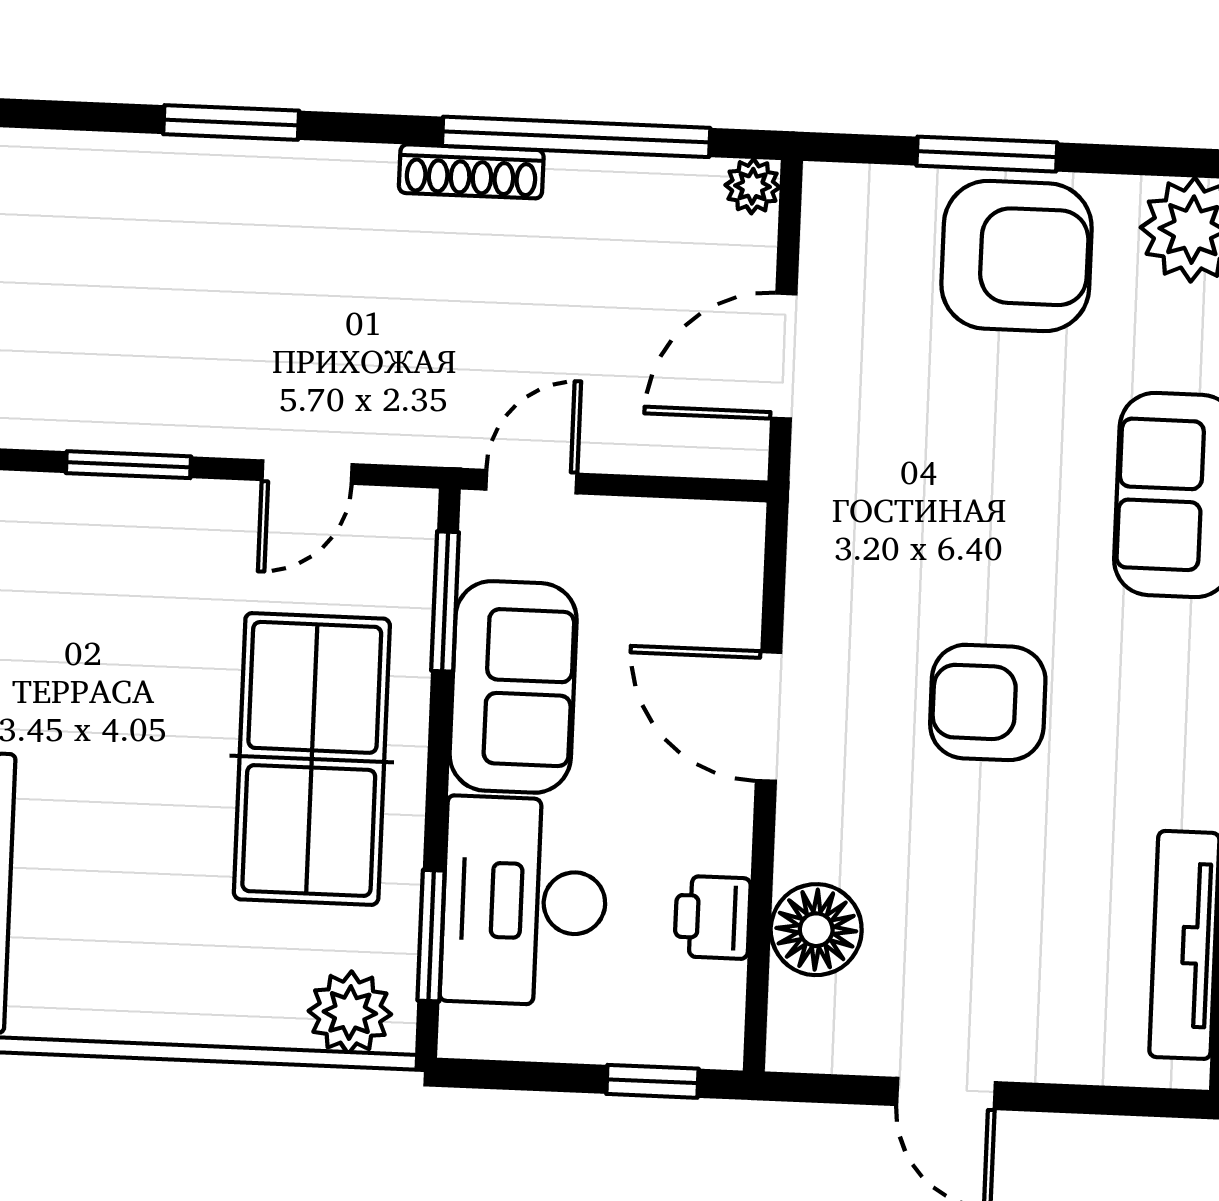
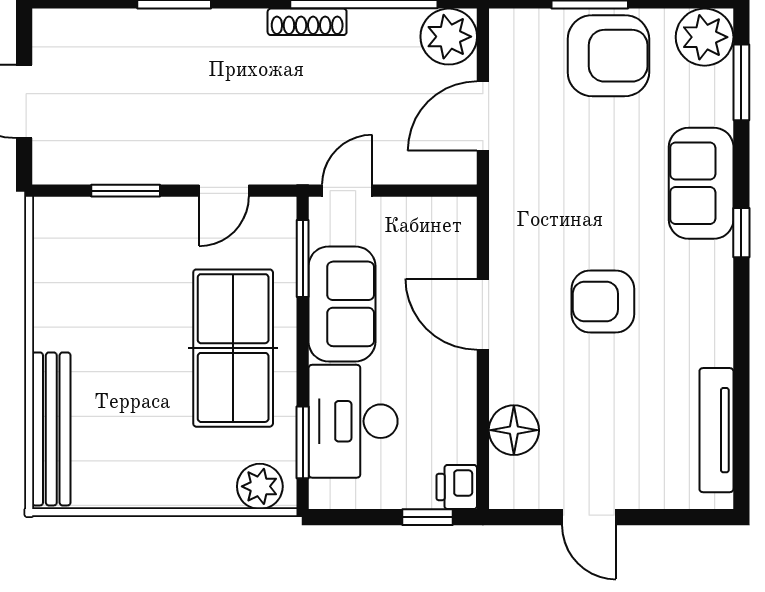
plant: (753, 186) -> (449, 37), width x1.88, depth x1.88
printer: (712, 917) -> (457, 487), moved

